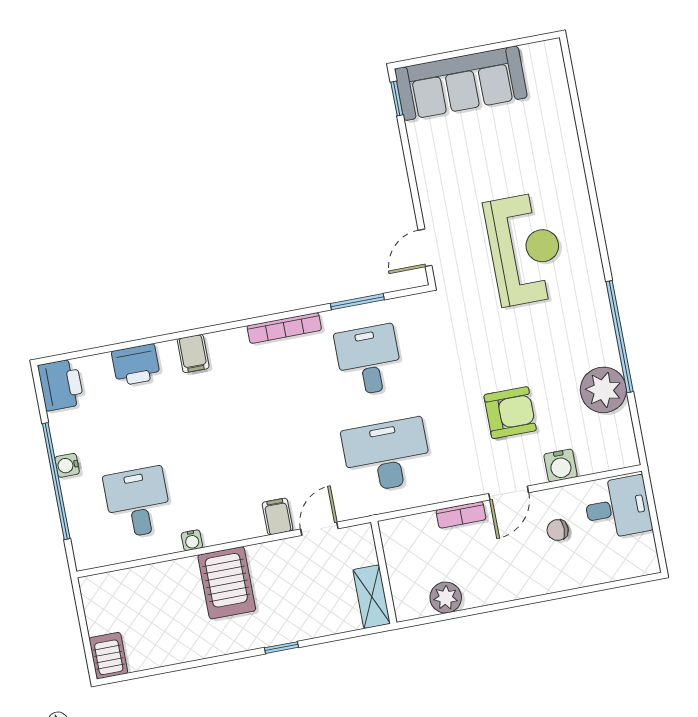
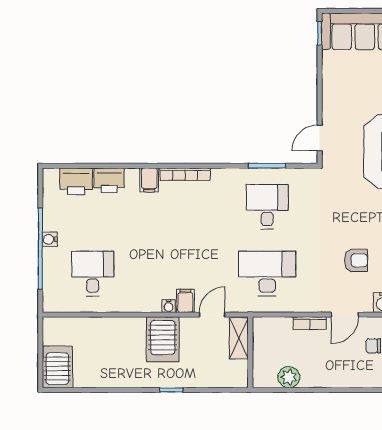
bookcase: (284, 328) -> (185, 174), moved
printer: (61, 385) -> (76, 181), moved, turned 90
armchair: (510, 413) -> (356, 260), width x0.72, depth x0.72
water cooler: (192, 540) -> (169, 306), moved
server rack: (227, 583) -> (163, 339), moved
shelving: (372, 597) -> (239, 338), moved
server rack: (108, 656) -> (57, 367), width x1.36, depth x1.44

